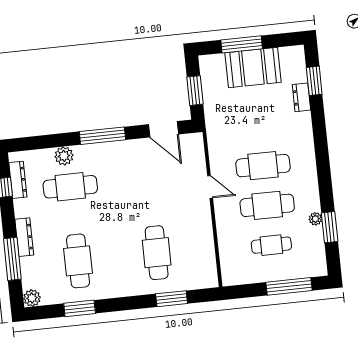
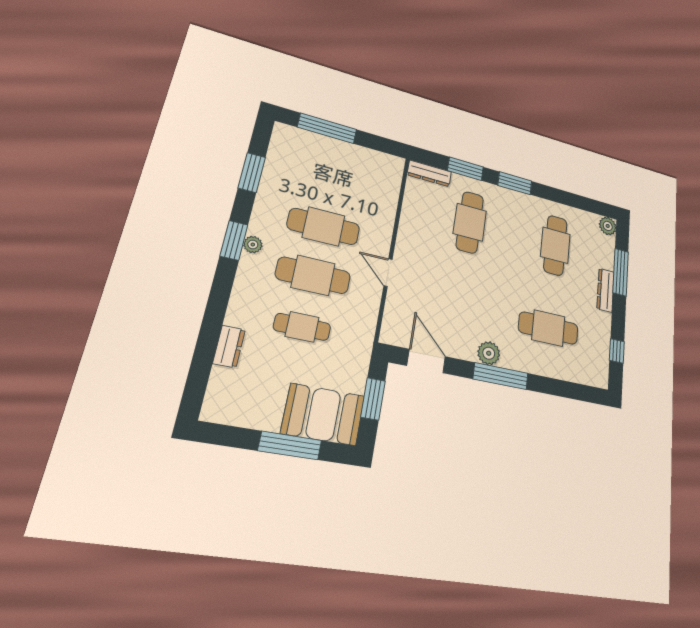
booth: (253, 68) -> (323, 414), moved
window: (314, 81) -> (234, 240), moved
plant: (64, 156) -> (489, 353), moved
dresser: (18, 180) -> (429, 173), moved, turned -90
plant: (315, 219) -> (253, 245), moved
cafe table: (271, 245) -> (302, 327), moved
window: (80, 308) -> (515, 183), moved

